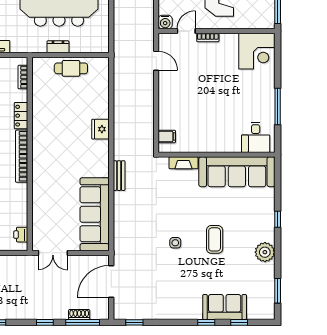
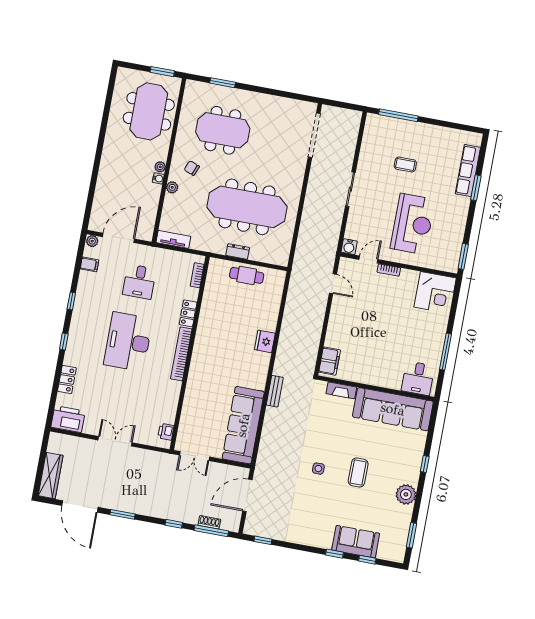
filing cabinet: (167, 137) -> (330, 361), width x2.00

